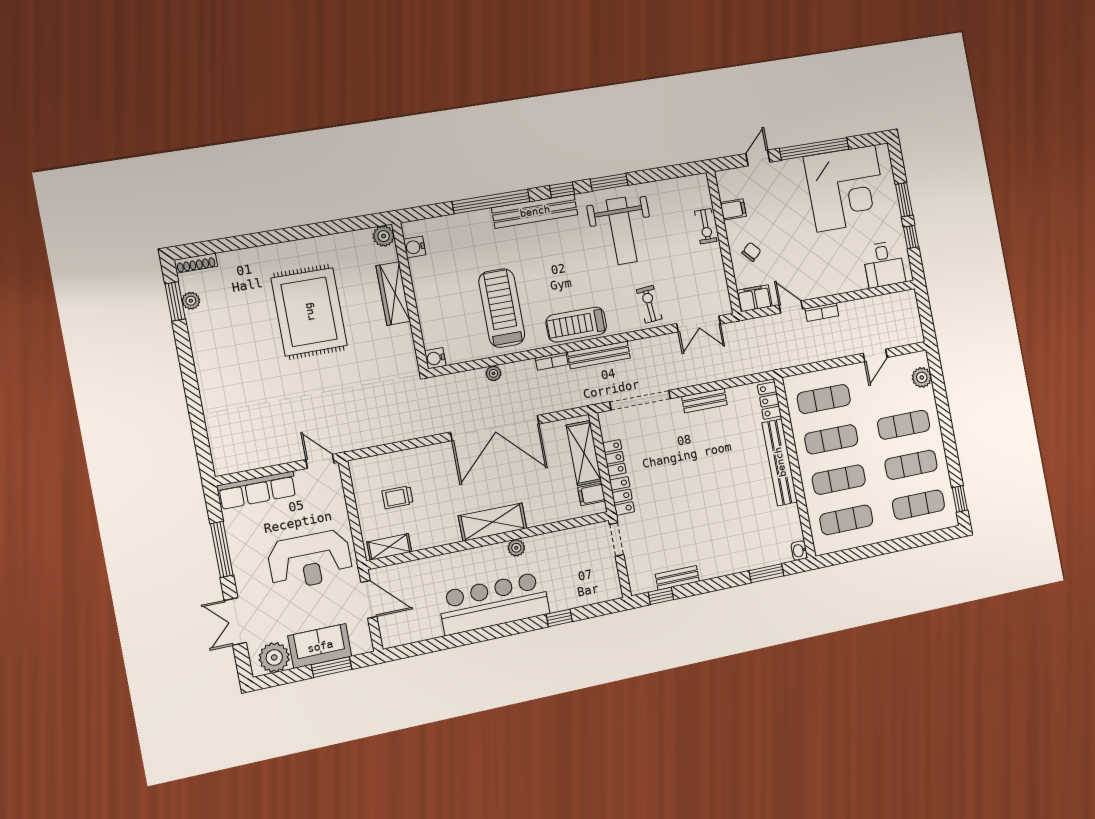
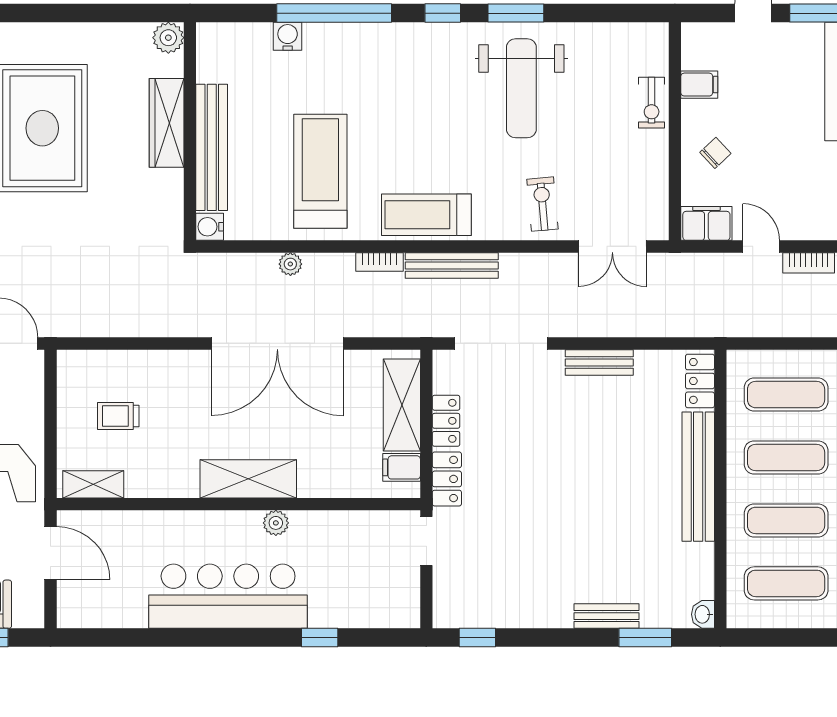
bench: (535, 211) -> (212, 147), moved, turned 90
water cooler: (415, 247) -> (288, 36), moved, turned 90
bench: (677, 578) -> (607, 616), moved

